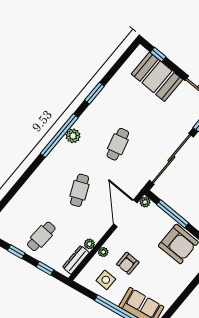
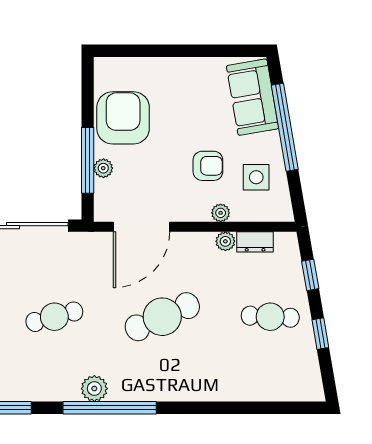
cafe table: (80, 190) -> (162, 317), width x1.37, depth x1.35
plant: (145, 202) -> (103, 168), moved
dresser: (76, 260) -> (255, 242), width x0.70

